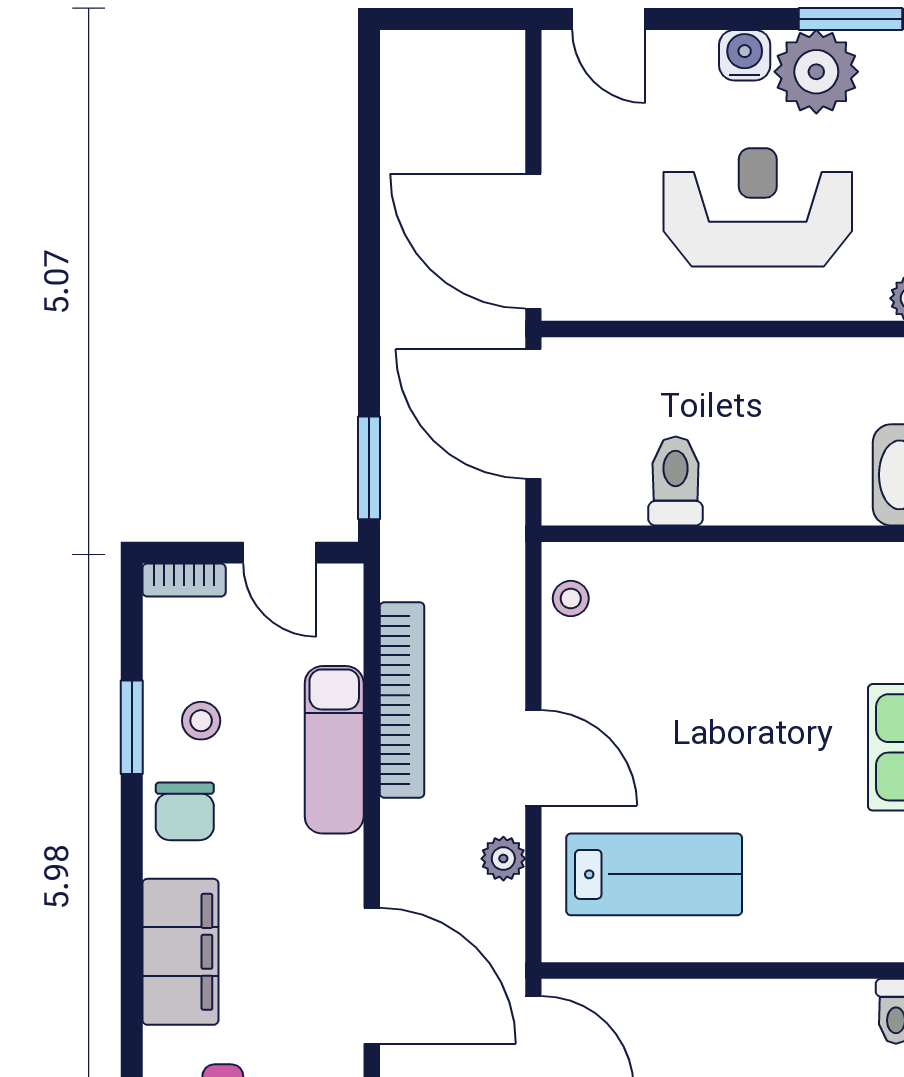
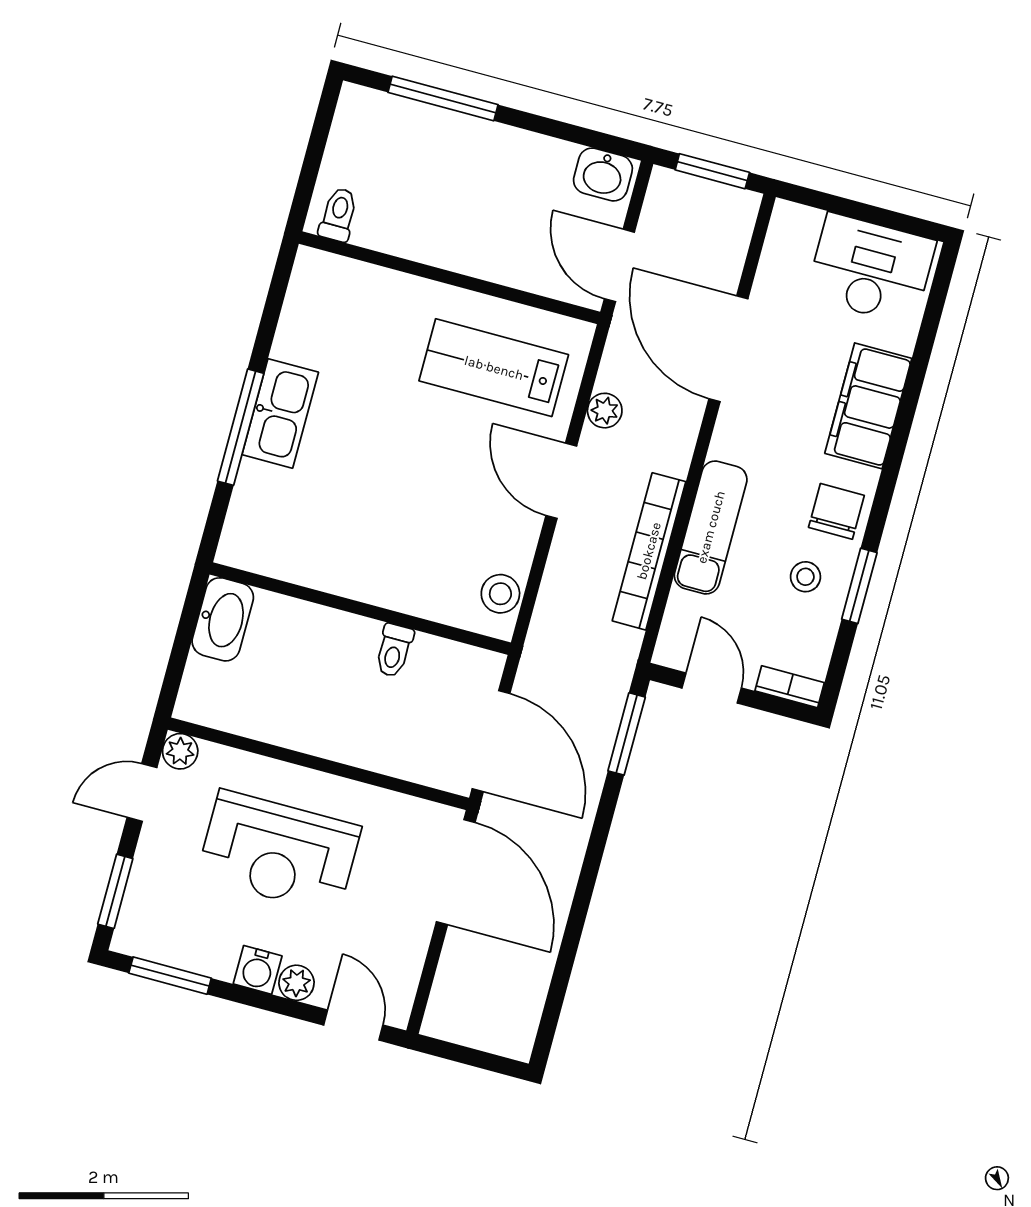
plant: (816, 72) -> (296, 983), moved, width x0.53, depth x0.53
toilet: (676, 481) -> (394, 650), width x0.73, depth x0.72
stool: (571, 598) -> (500, 594), width x1.37, depth x1.37

